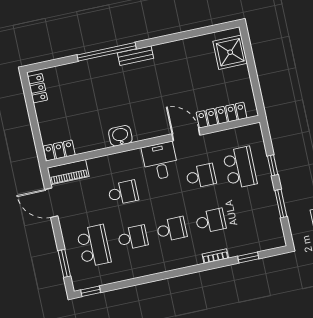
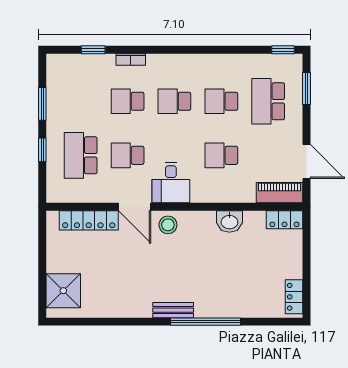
stool: (155, 125) -> (168, 225), added
washbasin: (120, 136) -> (229, 222), moved

